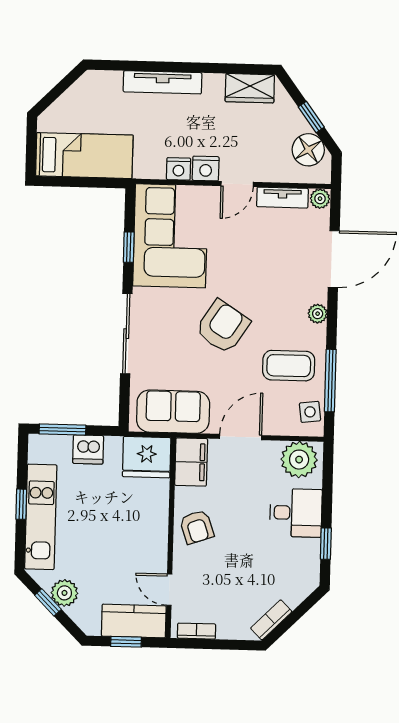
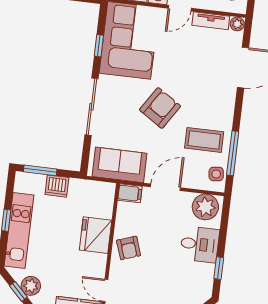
plant: (318, 314) -> (228, 105), removed
fridge: (147, 457) -> (96, 235), moved, turned 90
filing cabinet: (191, 462) -> (130, 193), width x0.50

